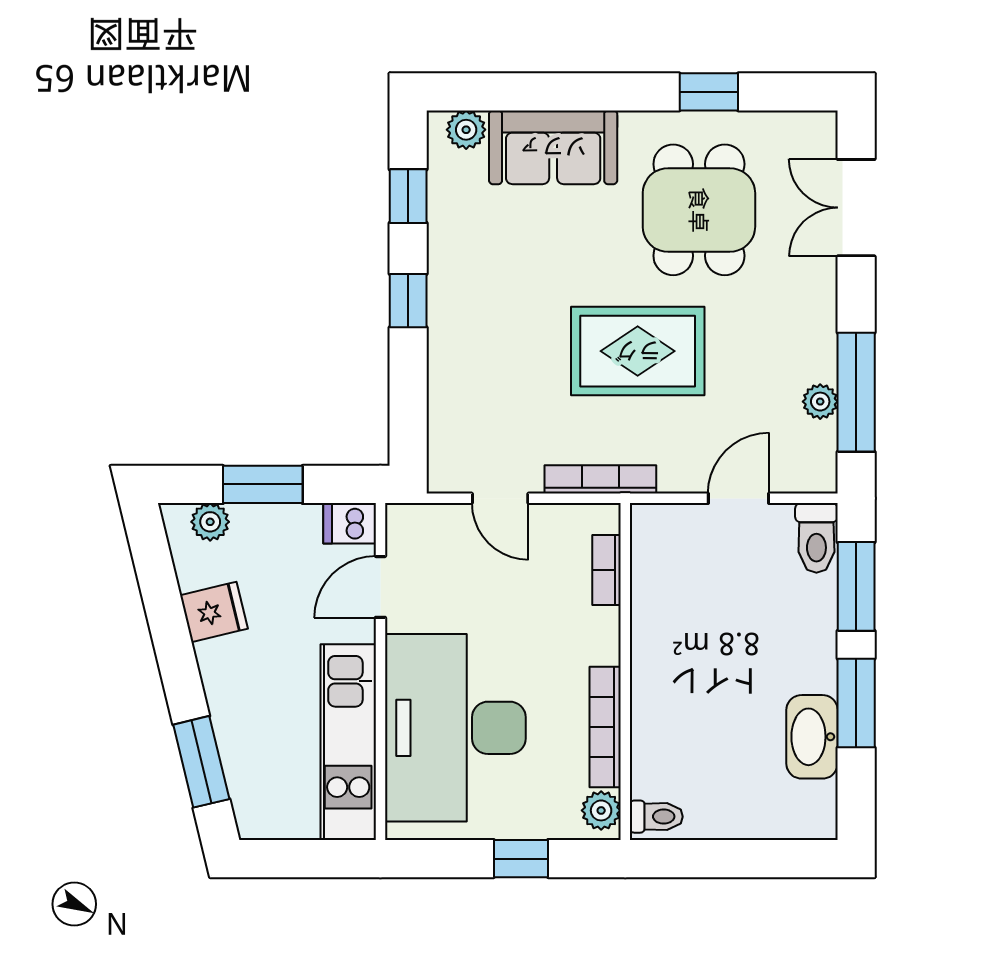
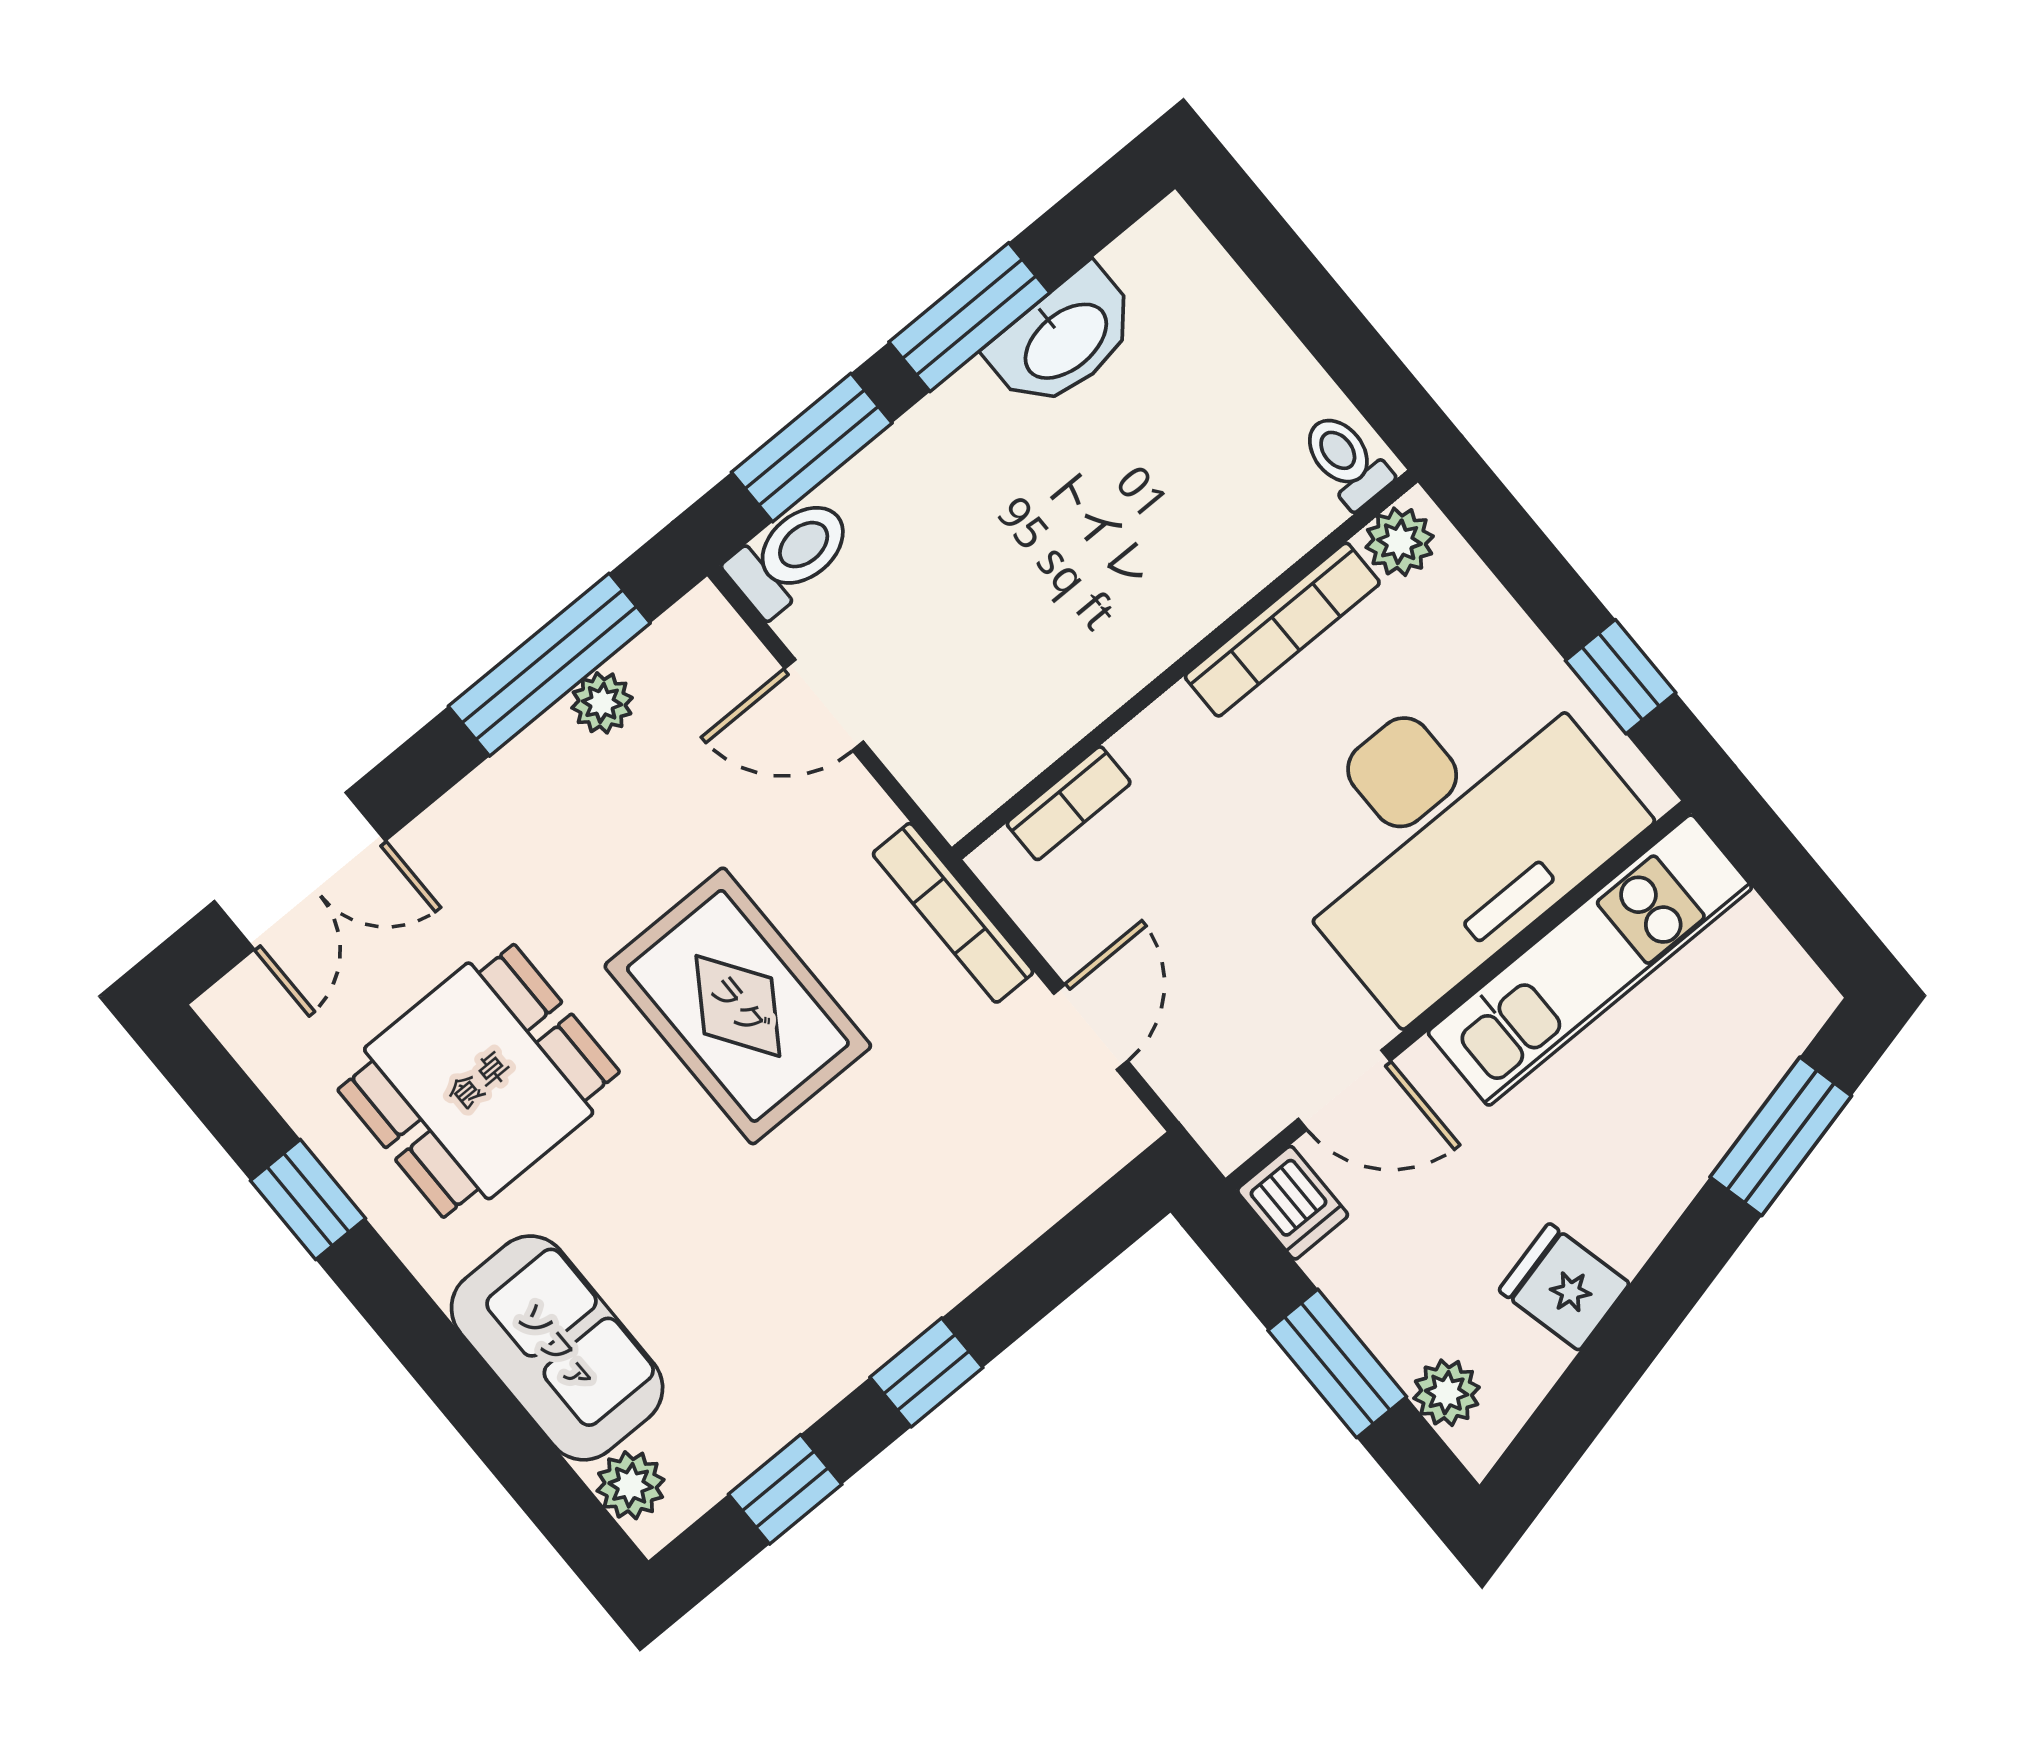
window: (521, 859) -> (1621, 677), moved

